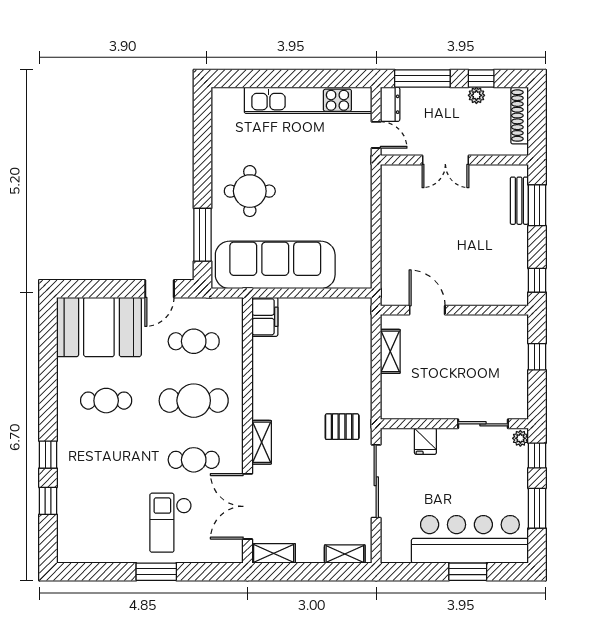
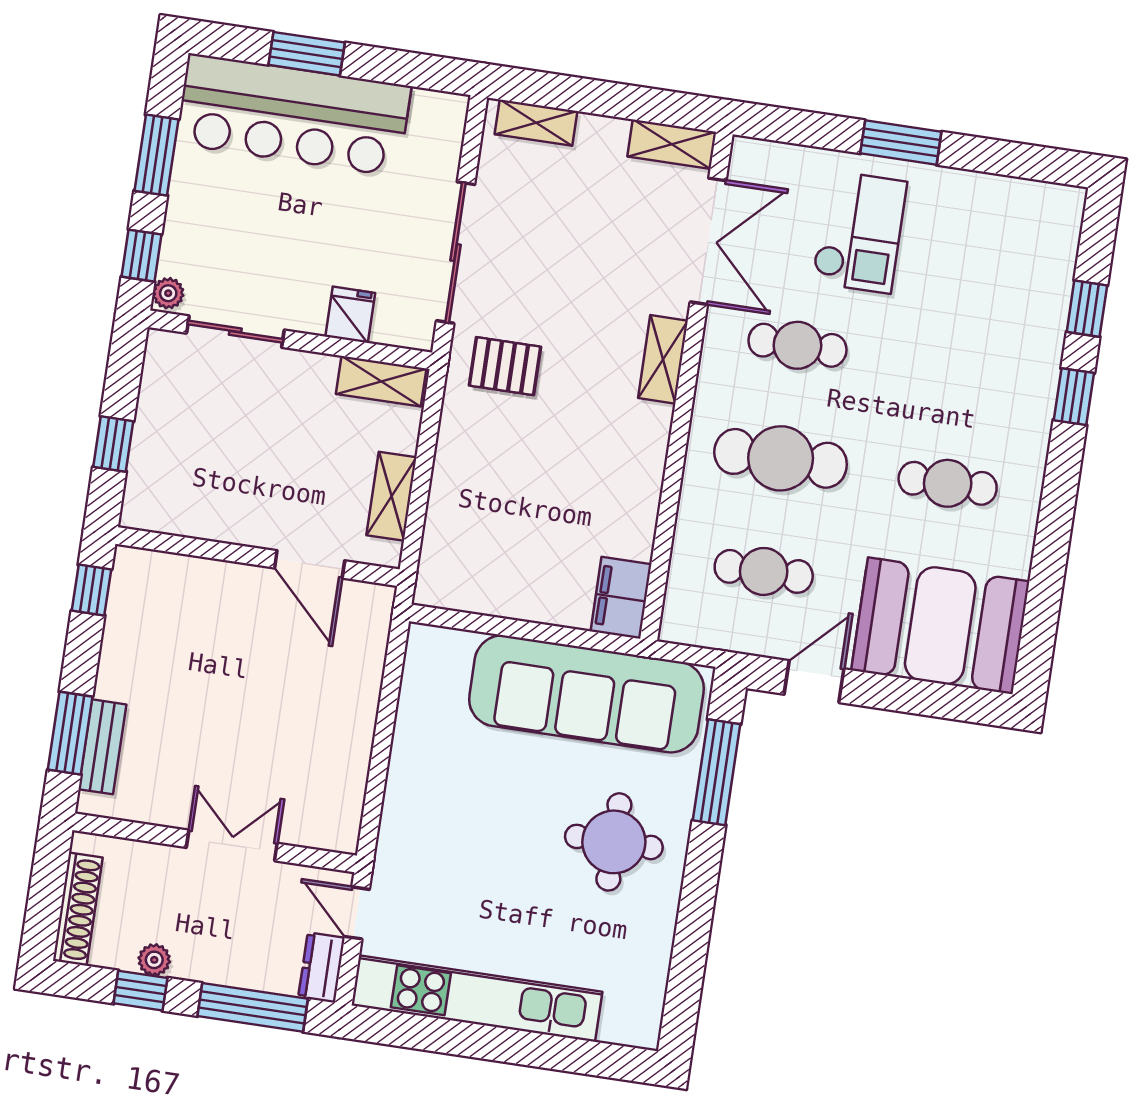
shelving: (404, 409) -> (381, 381), added

